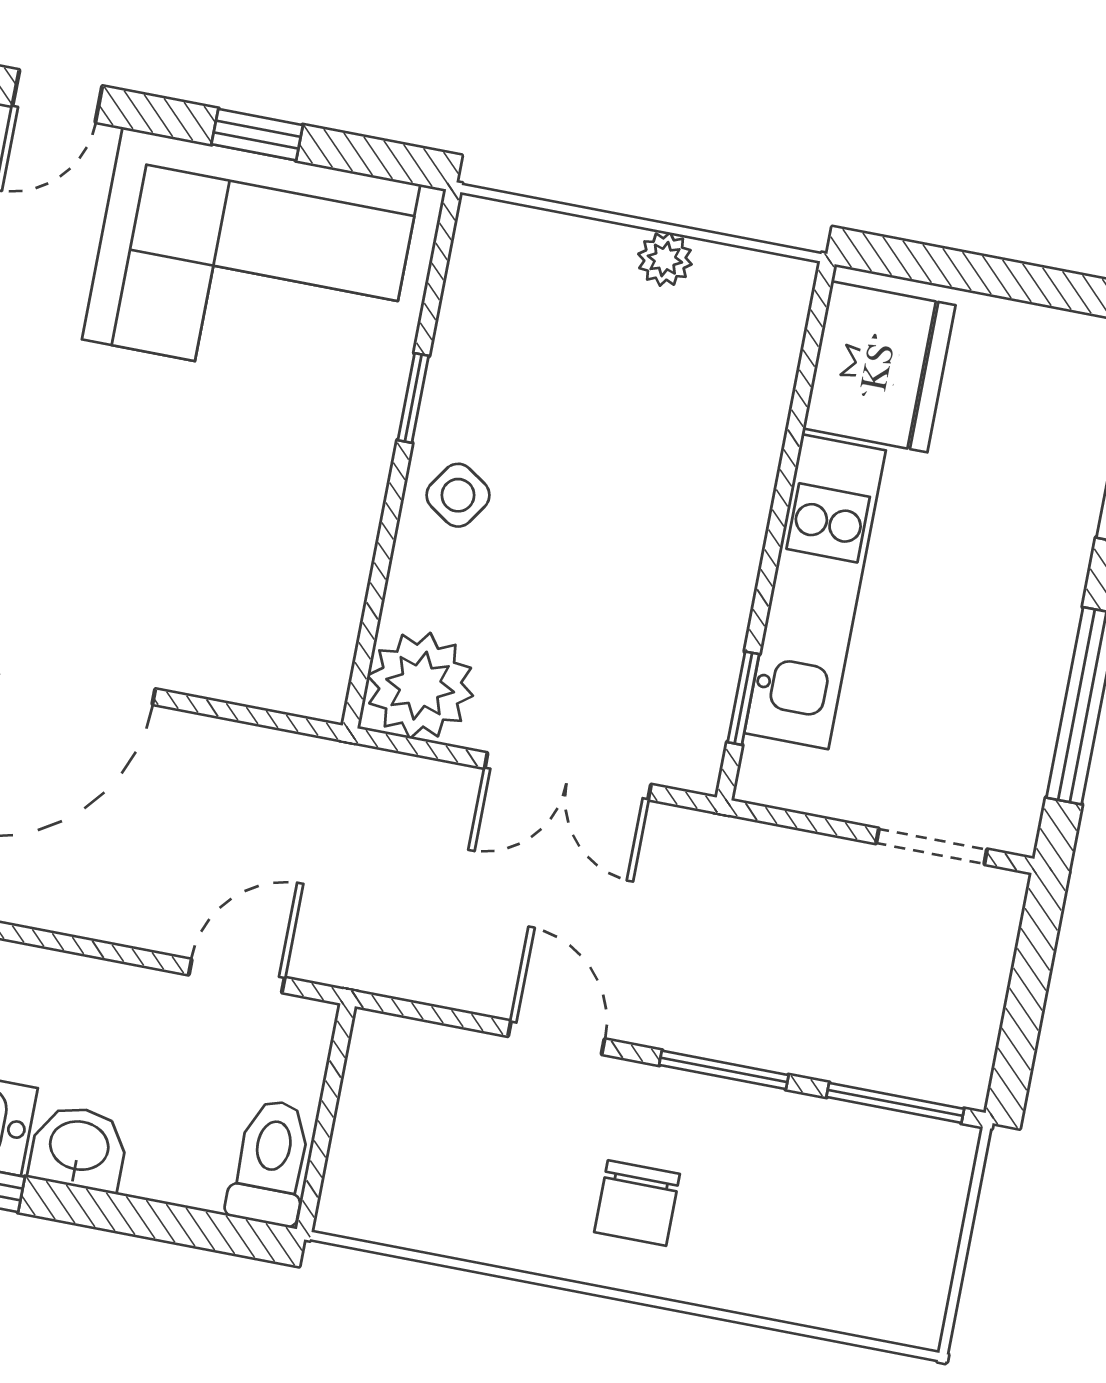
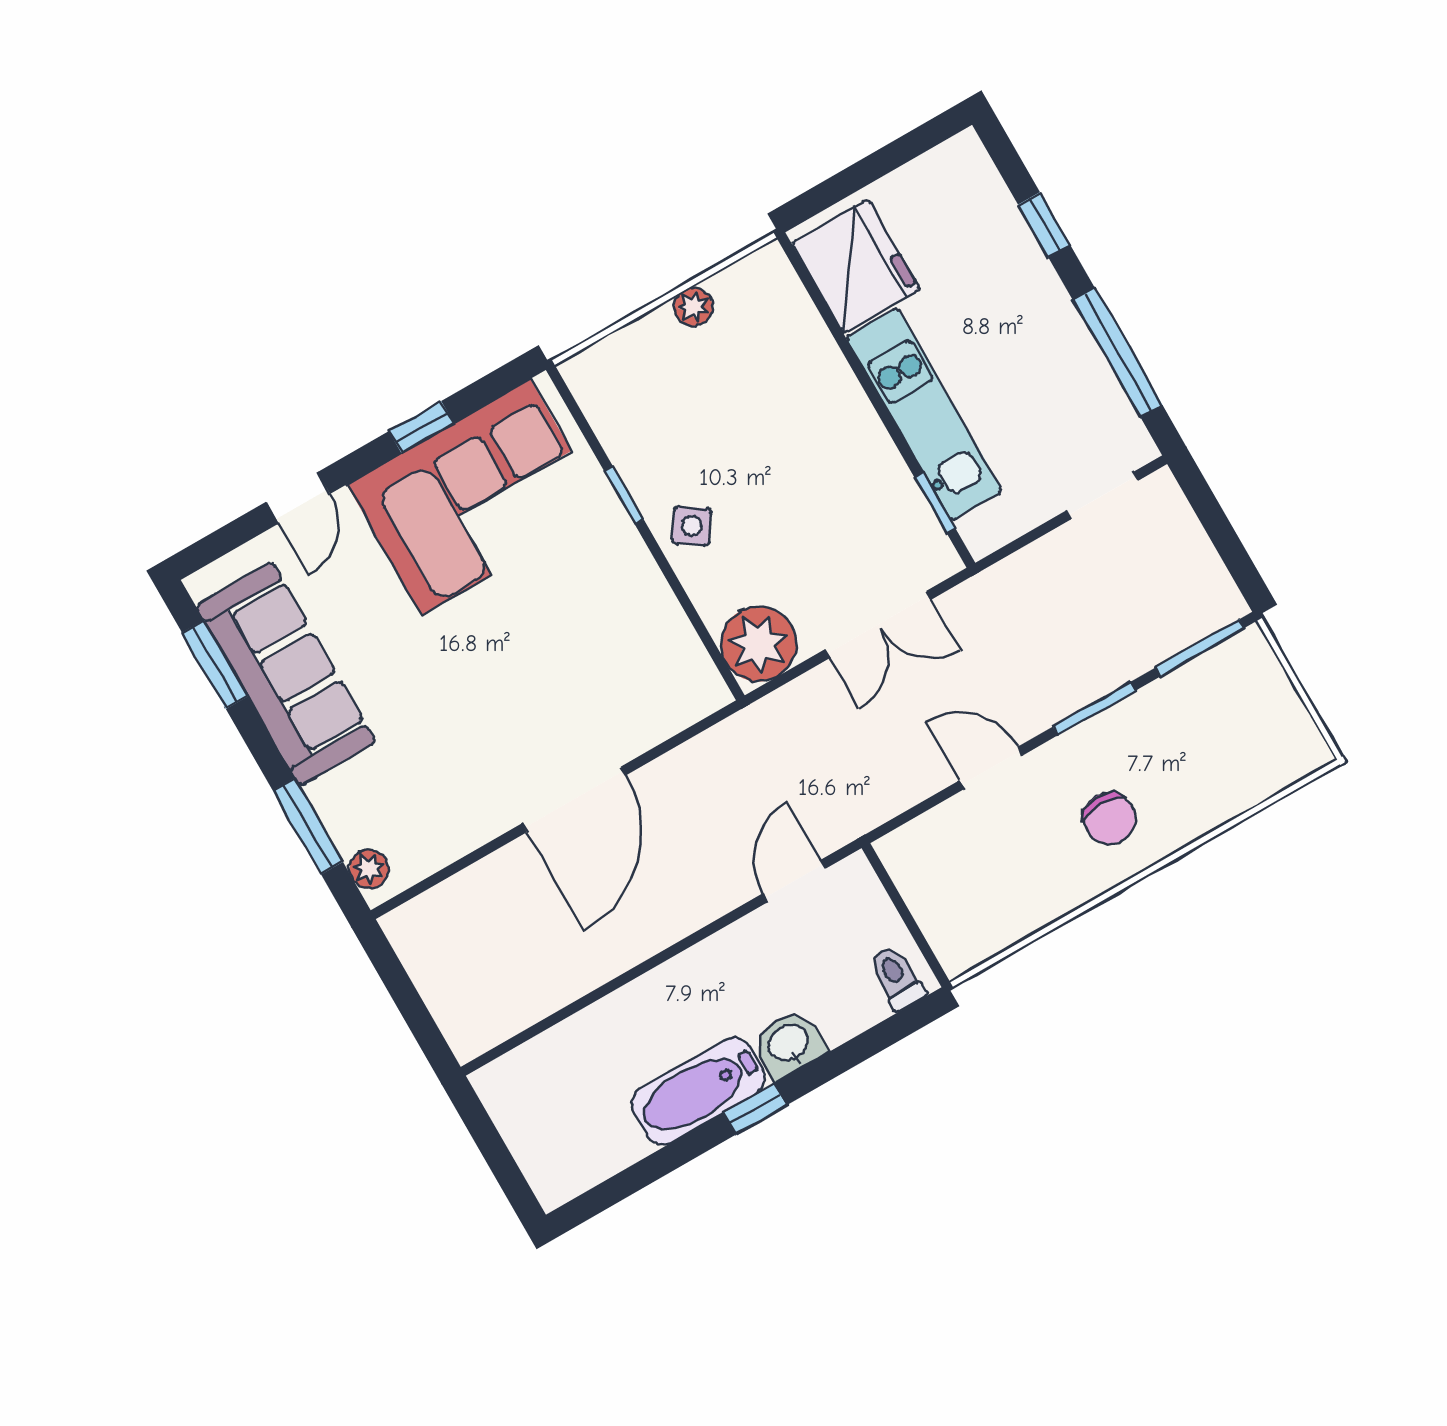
toilet: (271, 1162) -> (897, 978), width x0.73, depth x0.72

